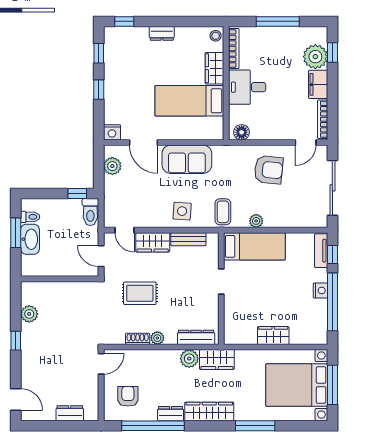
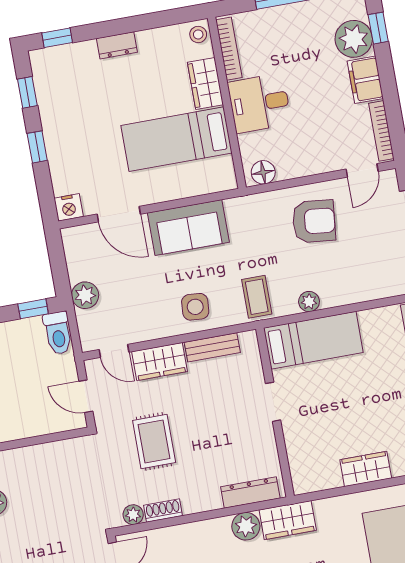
plant: (112, 166) -> (85, 295), moved
rug: (140, 293) -> (154, 441), turned 90
plant: (157, 338) -> (133, 515), moved

